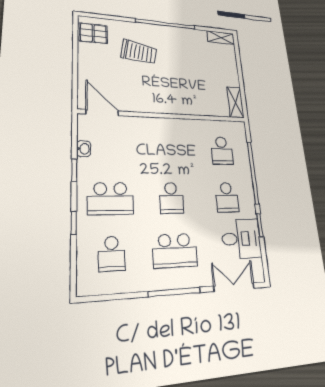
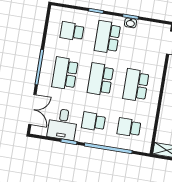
washbasin: (84, 149) -> (130, 23), moved
school desk: (168, 149) -> (136, 85), added
school desk: (171, 198) -> (100, 79), width x1.85

